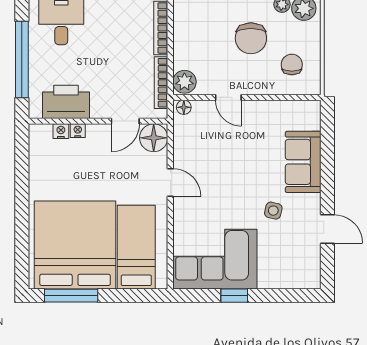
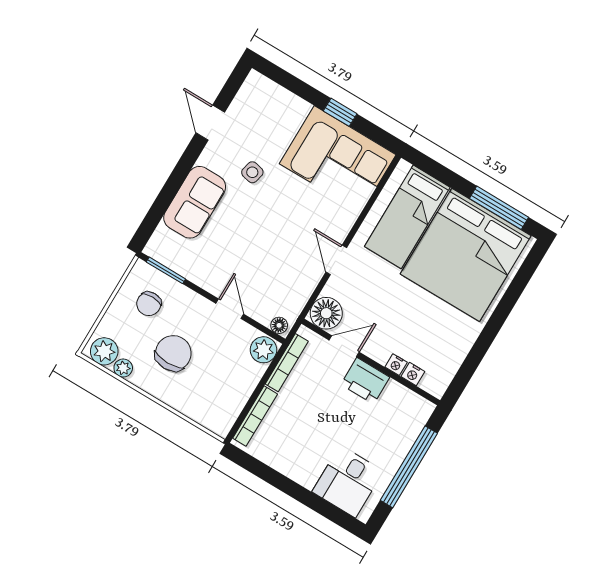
window: (294, 97) -> (166, 270), added
printer: (66, 102) -> (365, 381), moved, width x0.73, depth x0.84

